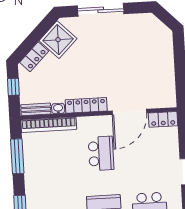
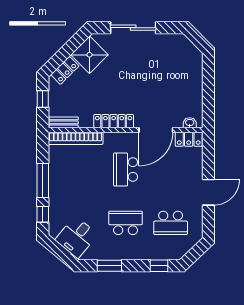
washbasin: (58, 109) -> (190, 123), moved
school desk: (101, 153) -> (126, 170), turned 180
window: (17, 156) -> (43, 181), moved

